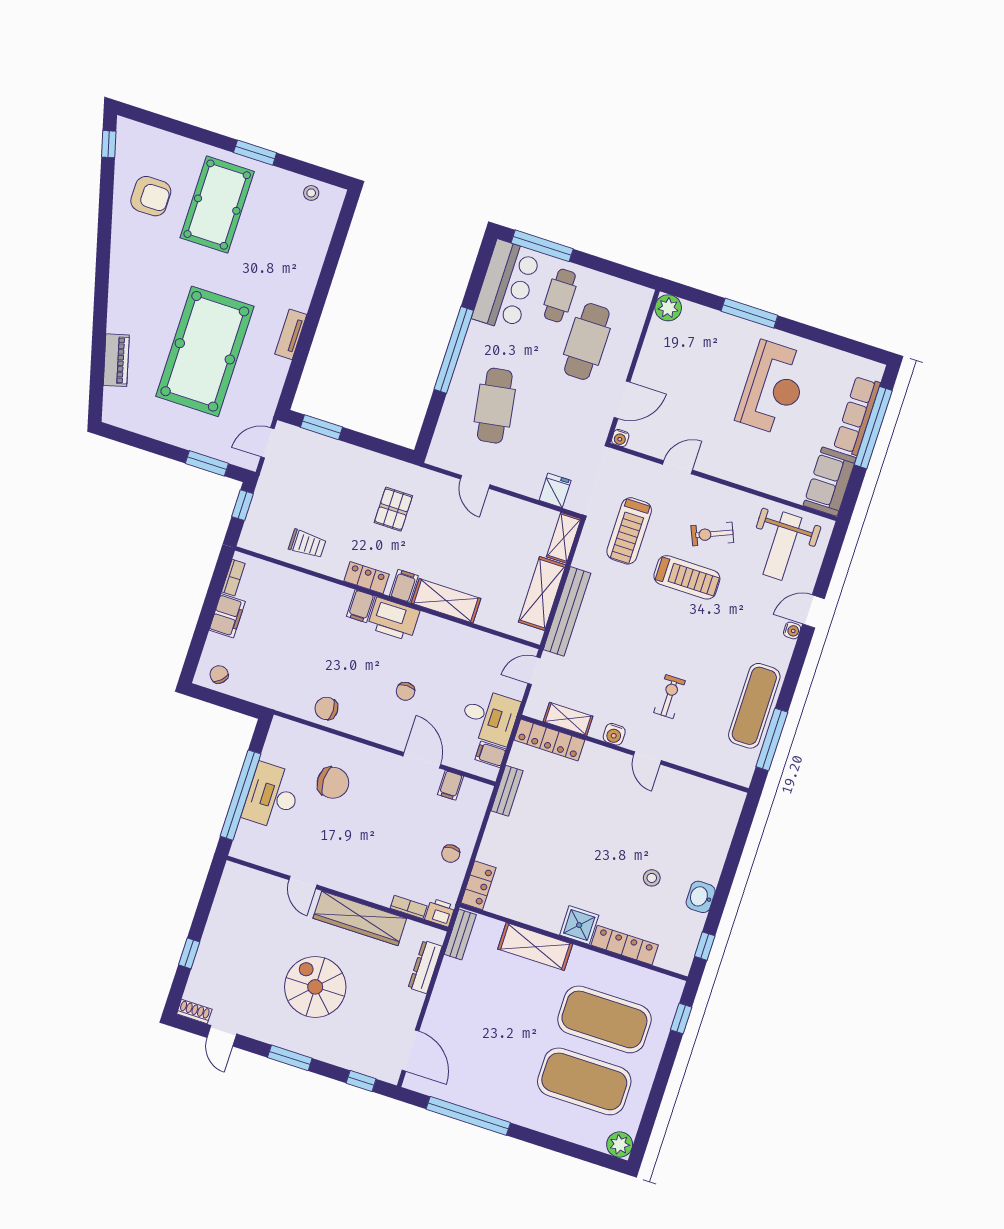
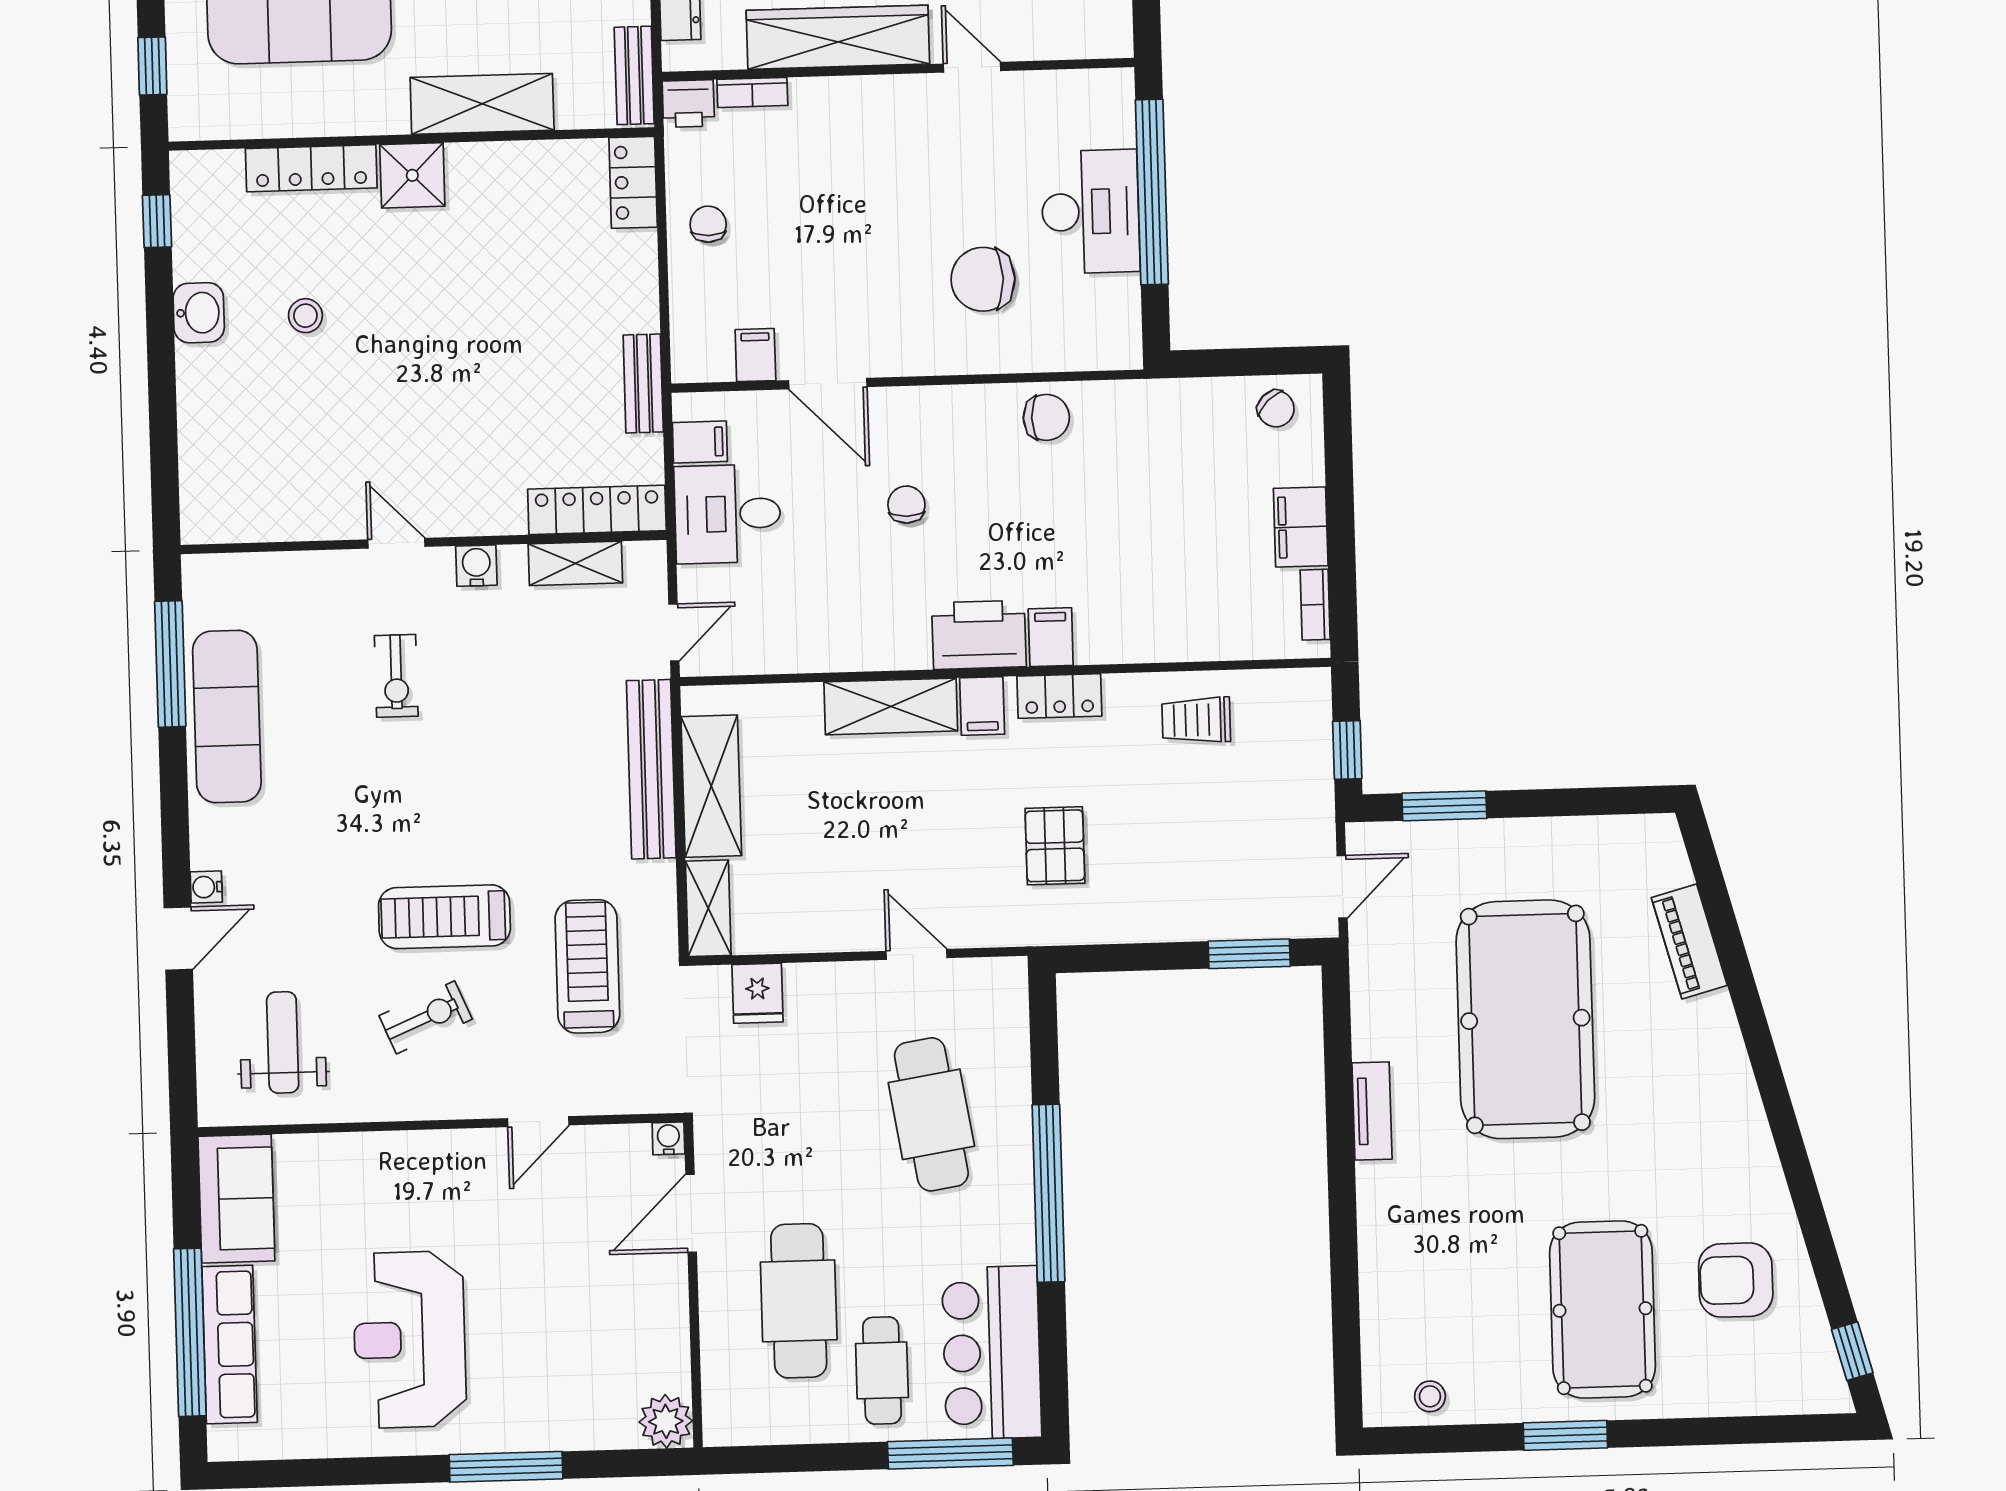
weight bench: (782, 546) -> (283, 1042), width x0.73, depth x0.75

